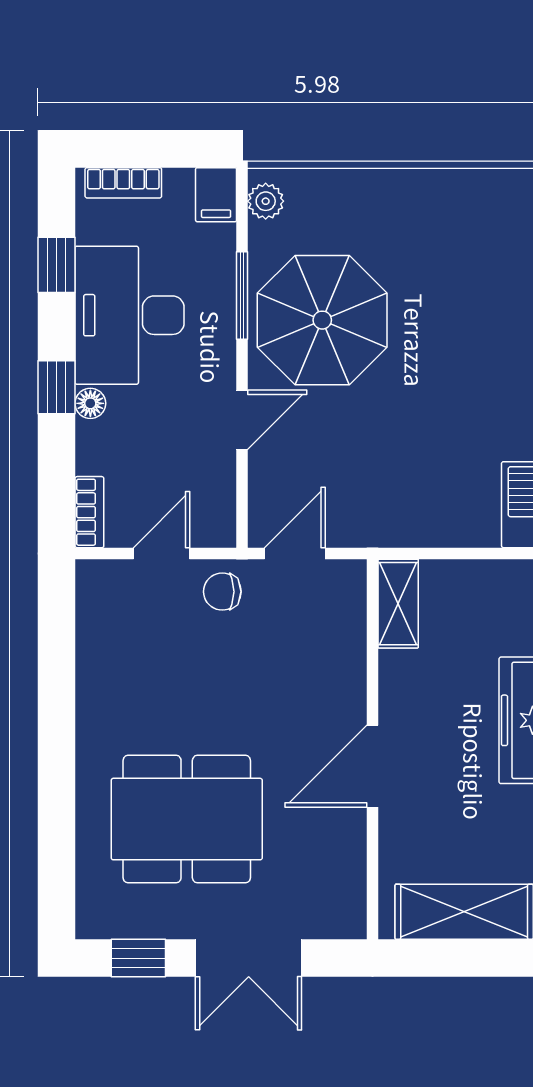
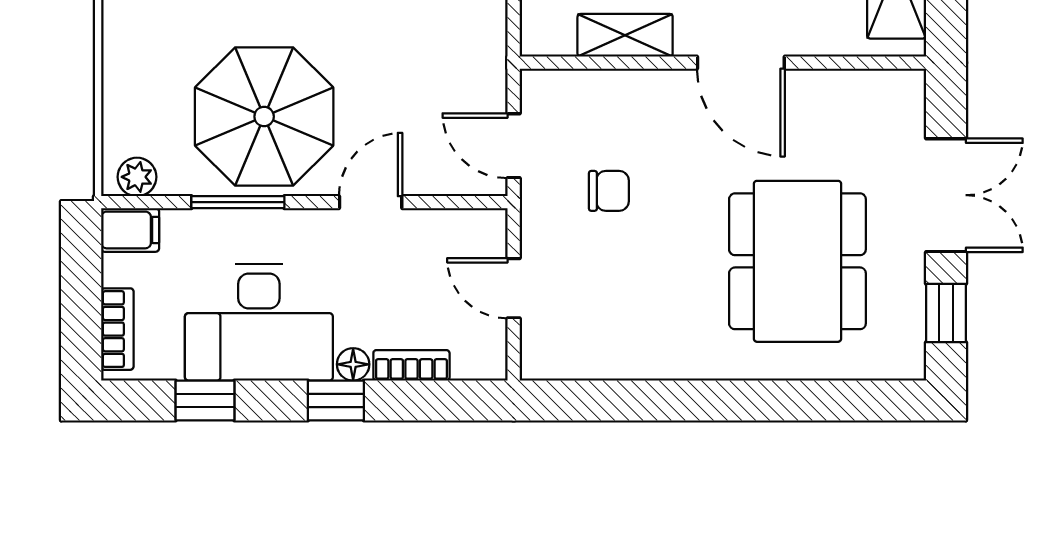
door: (242, 420) -> (371, 202), hinge flipped
bookcase: (89, 512) -> (411, 365), moved
chair: (222, 592) -> (609, 191), moved, turned -90
shelving: (398, 604) -> (625, 35), moved

